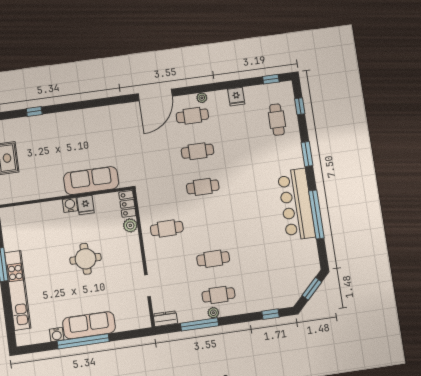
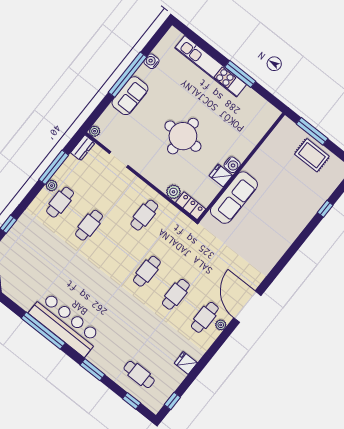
plant: (202, 98) -> (221, 325), moved
round table: (86, 259) -> (183, 136), width x1.36, depth x1.36
plant: (146, 323) -> (95, 131), added
sofa: (89, 325) -> (130, 96), width x0.73

